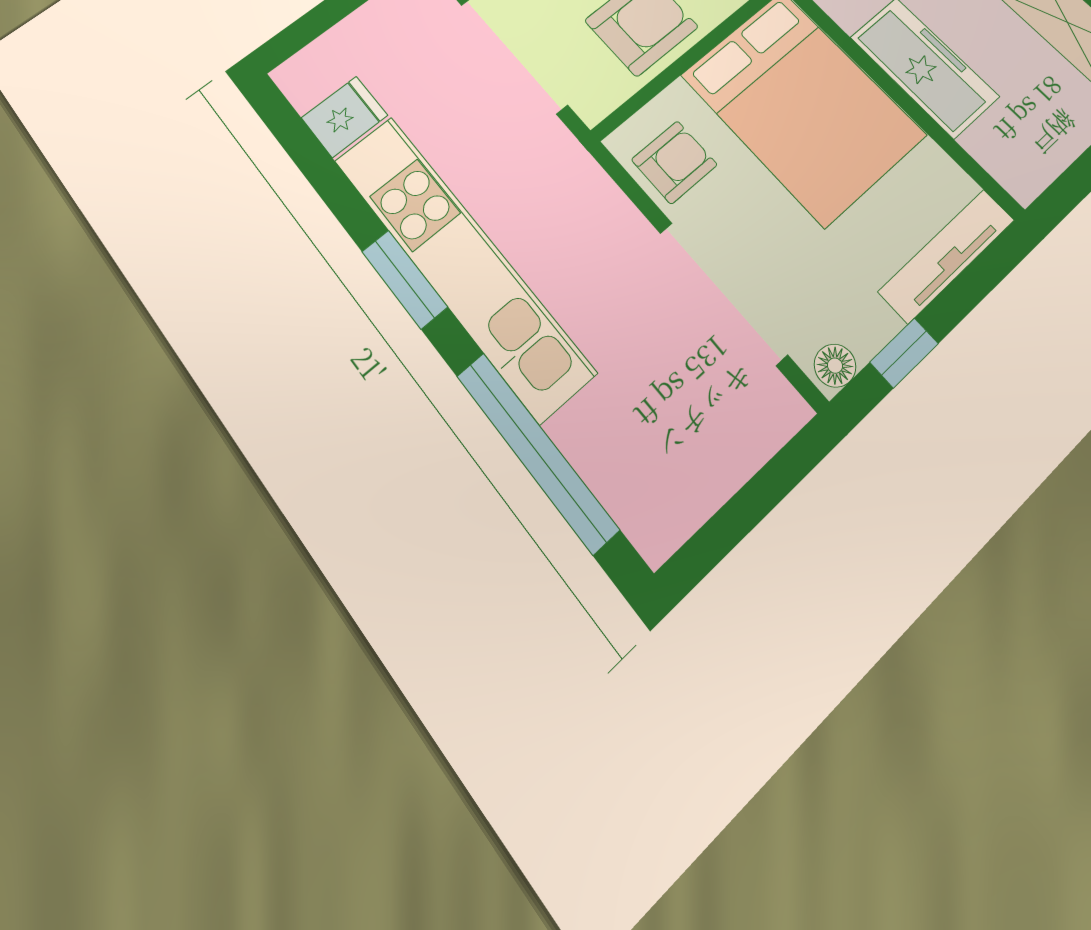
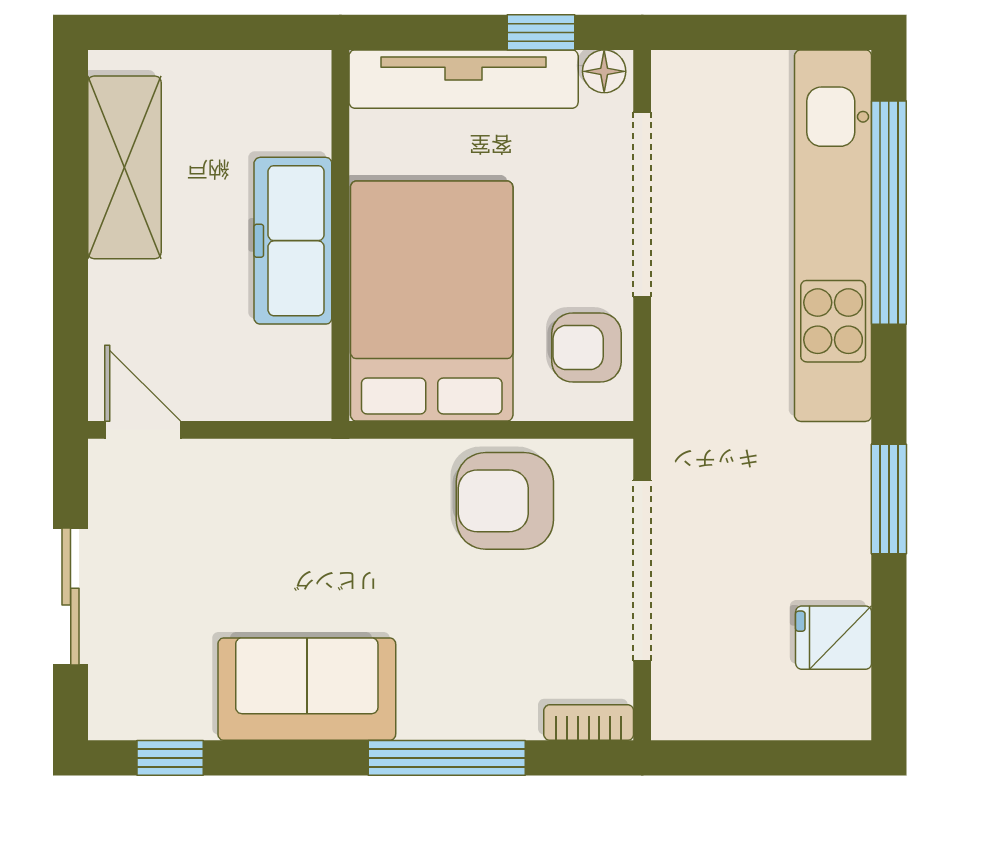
tv unit: (947, 256) -> (464, 79), width x1.36, depth x1.29
kitchen unit: (461, 263) -> (833, 236), moved
window: (404, 279) -> (889, 499), moved

